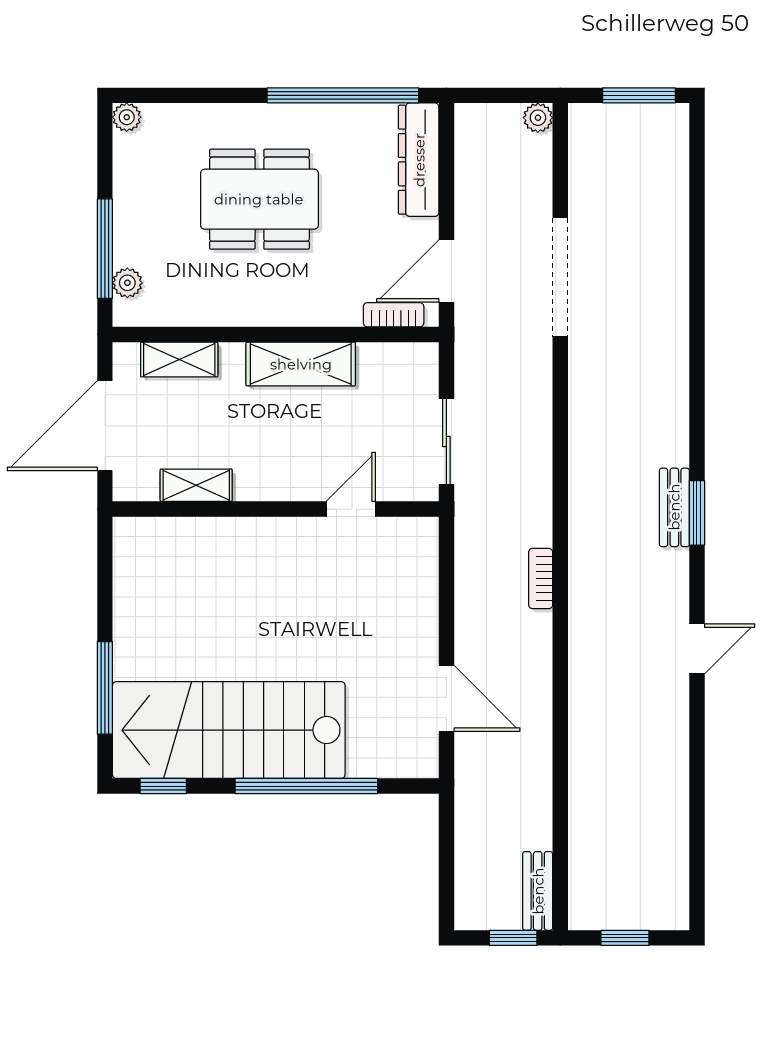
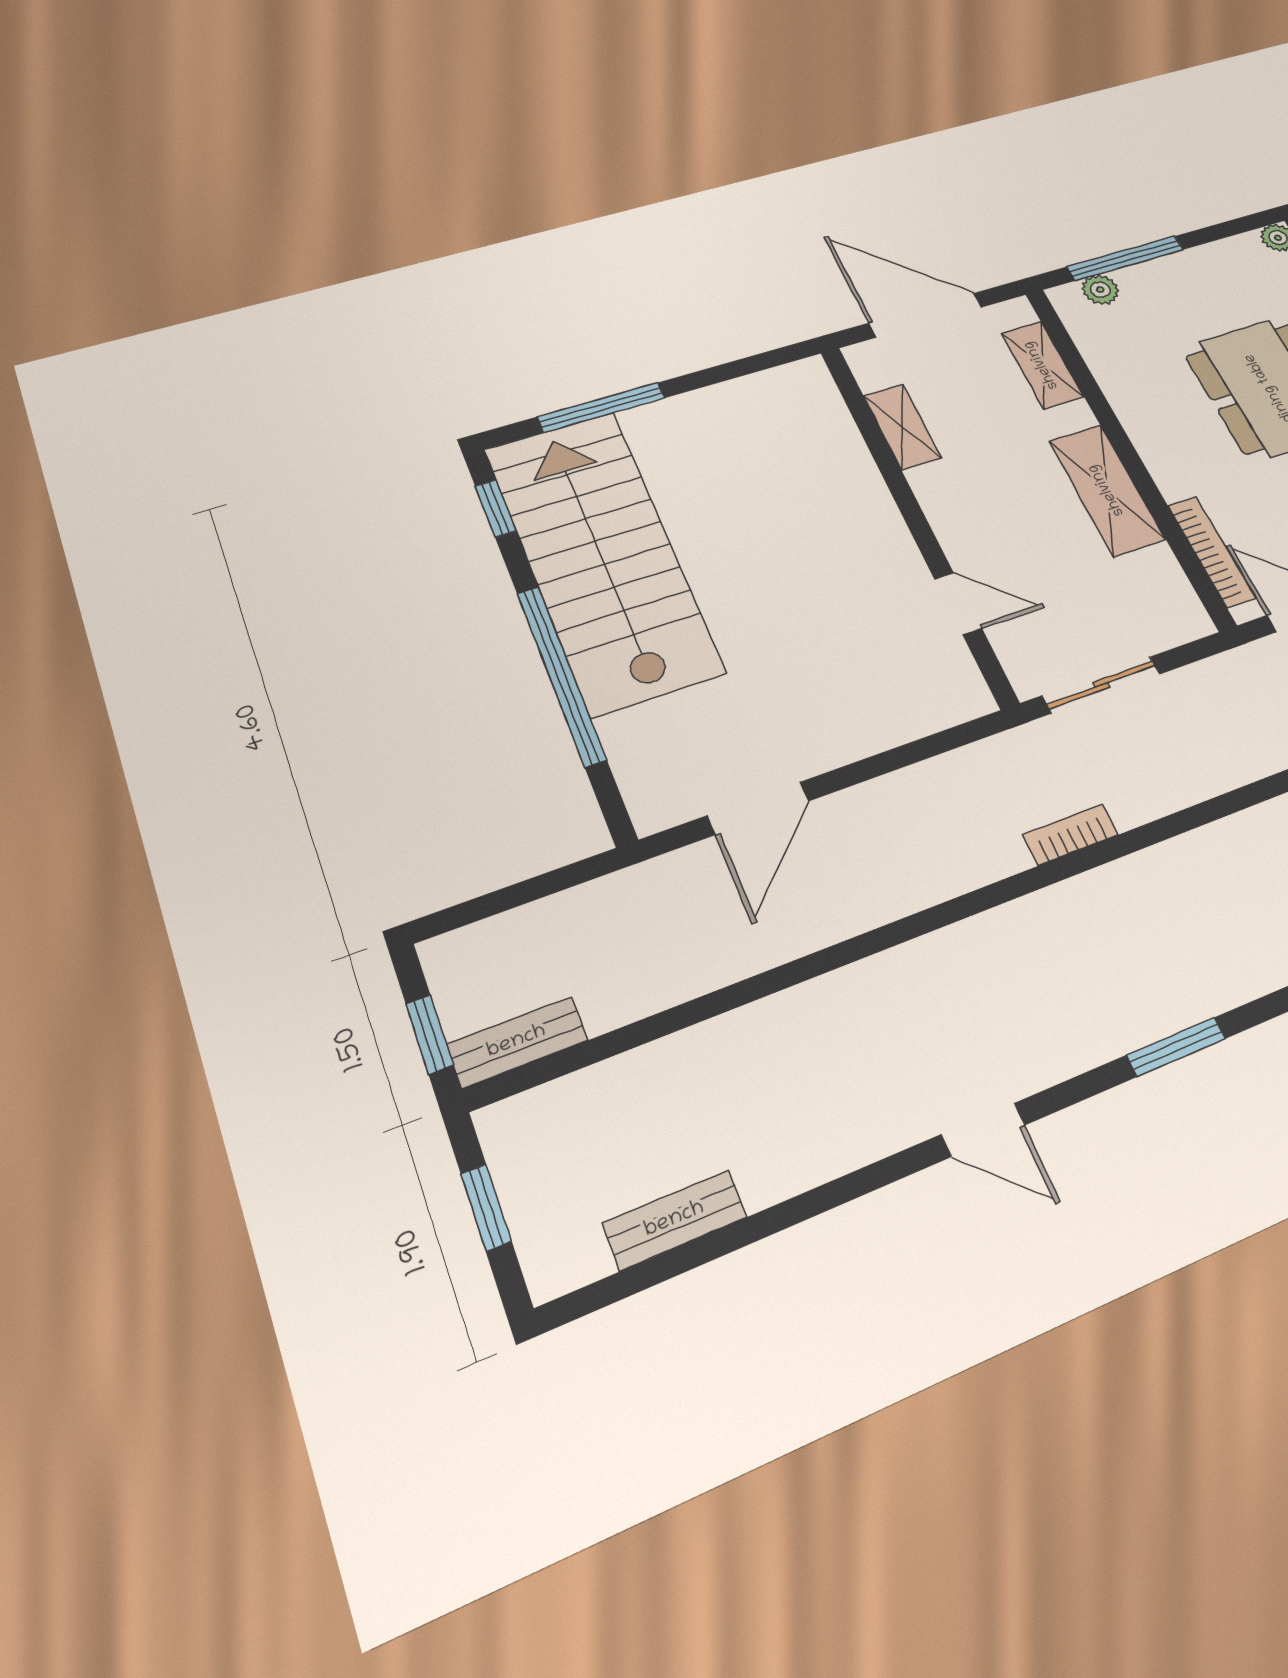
bookcase: (394, 315) -> (1211, 552), width x1.56
bench: (674, 507) -> (675, 1220), moved
bookcase: (541, 578) -> (1071, 835), moved

